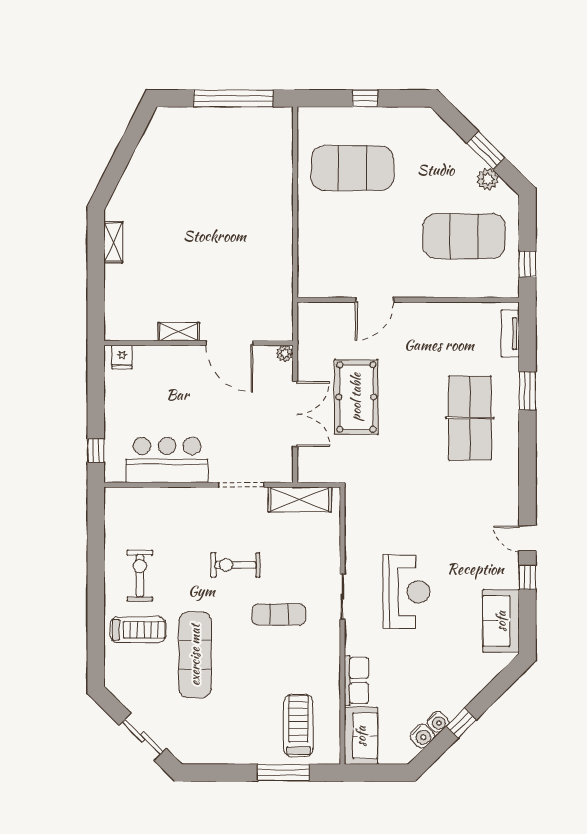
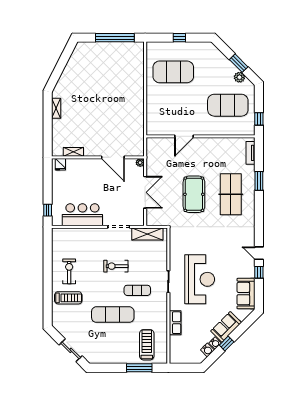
shelving: (179, 332) -> (73, 152), moved
pool table: (356, 397) -> (194, 194), moved
reception desk: (406, 592) -> (200, 279), width x1.36, depth x1.30
exercise mat: (195, 655) -> (113, 315), moved, turned 90
sofa: (361, 736) -> (226, 327), moved, turned -135

